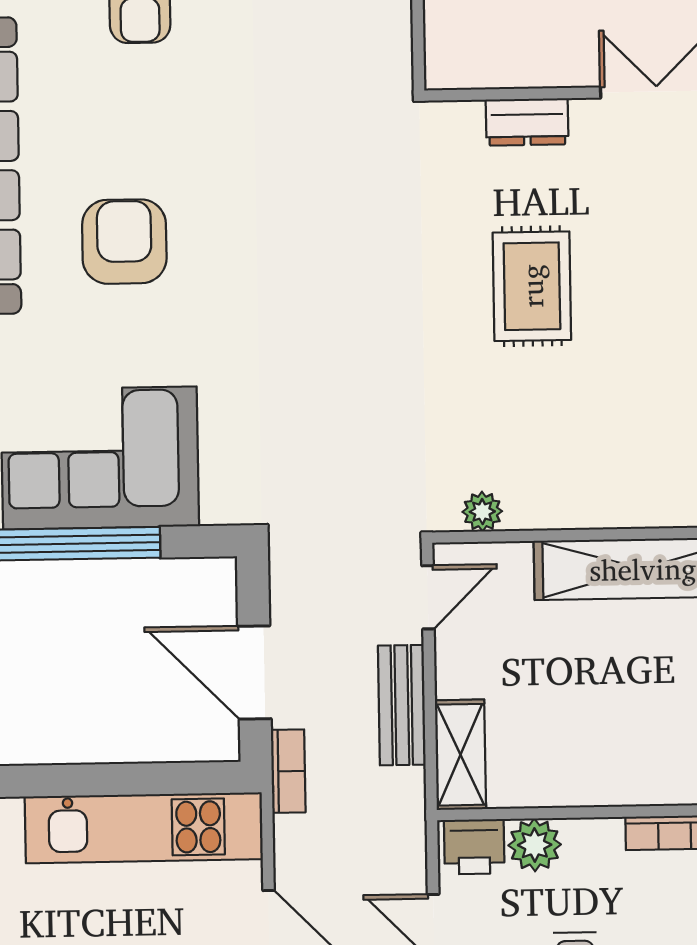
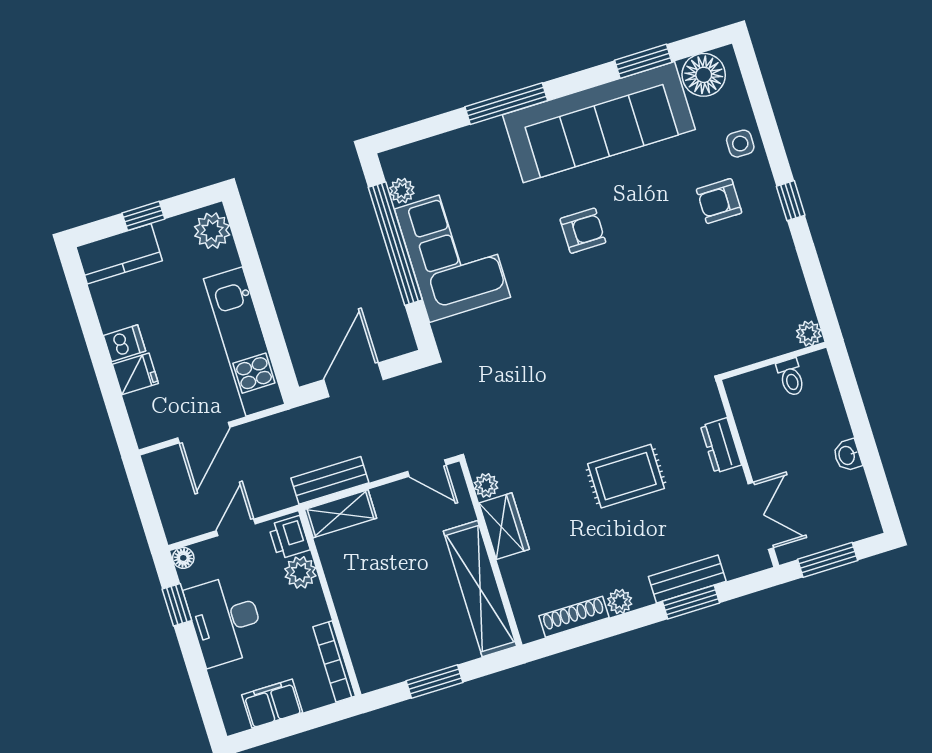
armchair: (124, 242) -> (583, 231), width x0.72, depth x0.72
wardrobe: (555, 502) -> (504, 526), added
bench: (402, 705) -> (330, 480), moved
bookcase: (288, 771) -> (302, 416), removed

